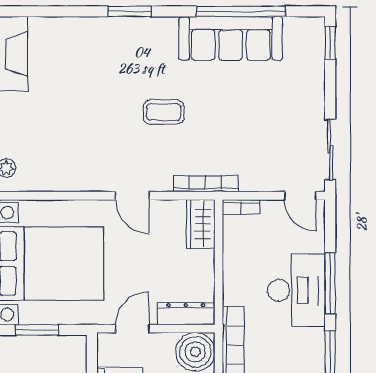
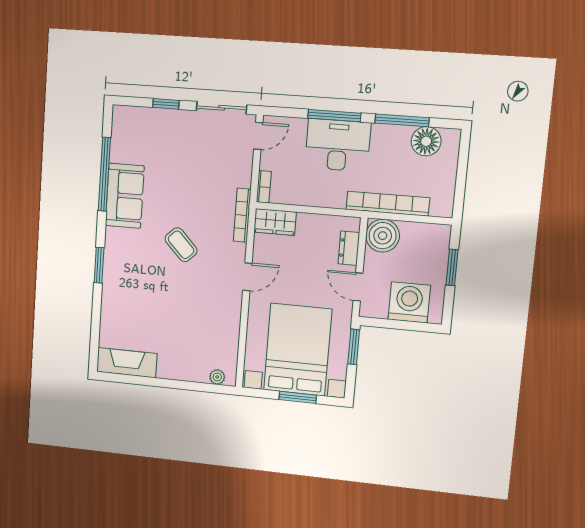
sofa: (231, 38) -> (125, 196), width x0.73
window: (330, 43) -> (166, 104), moved
coffee table: (164, 112) -> (181, 245), turned -44
dresser: (186, 314) -> (349, 248), width x0.70
window: (37, 330) -> (354, 347), moved

